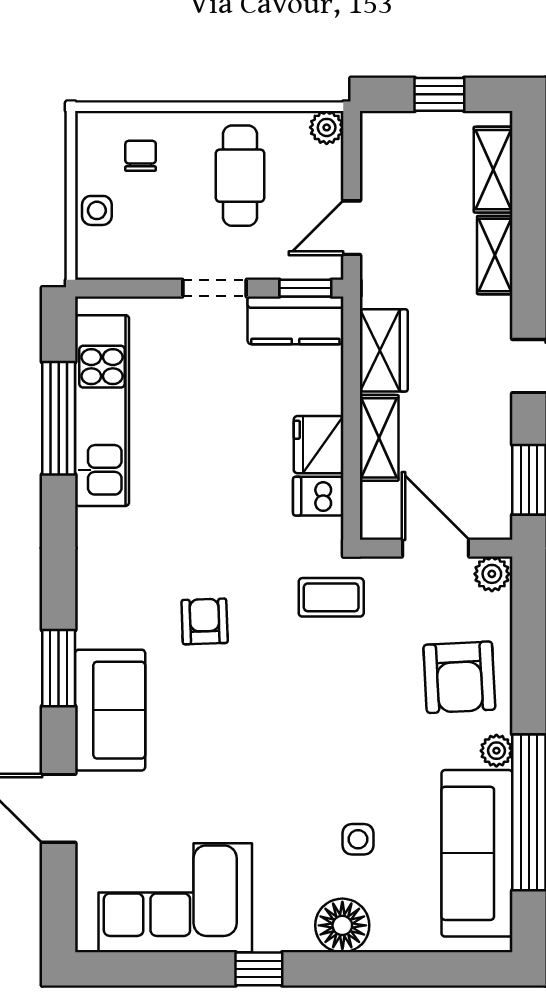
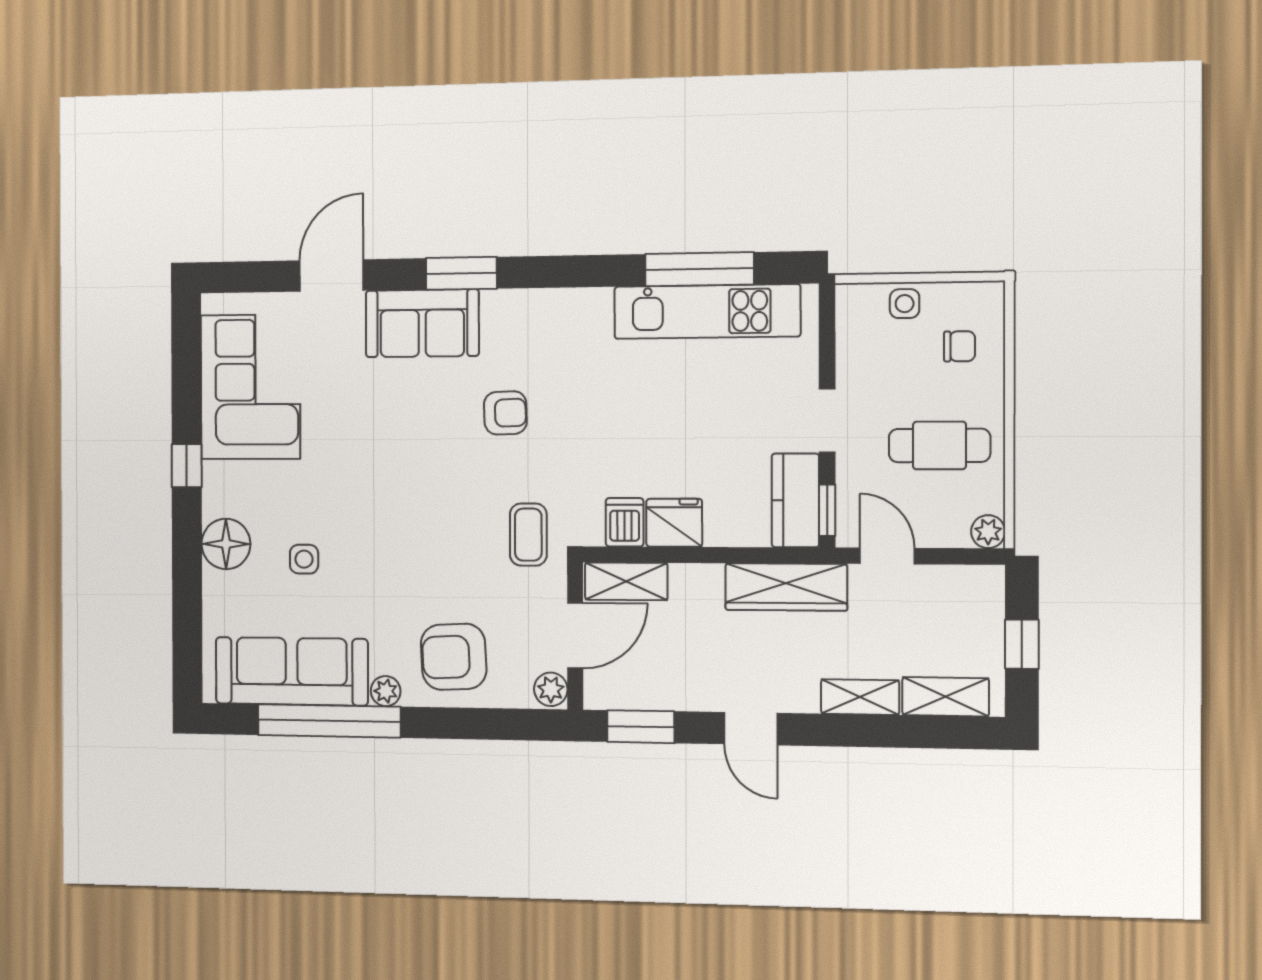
wardrobe: (384, 350) -> (786, 587), width x1.50
shelving: (379, 438) -> (626, 581), moved

